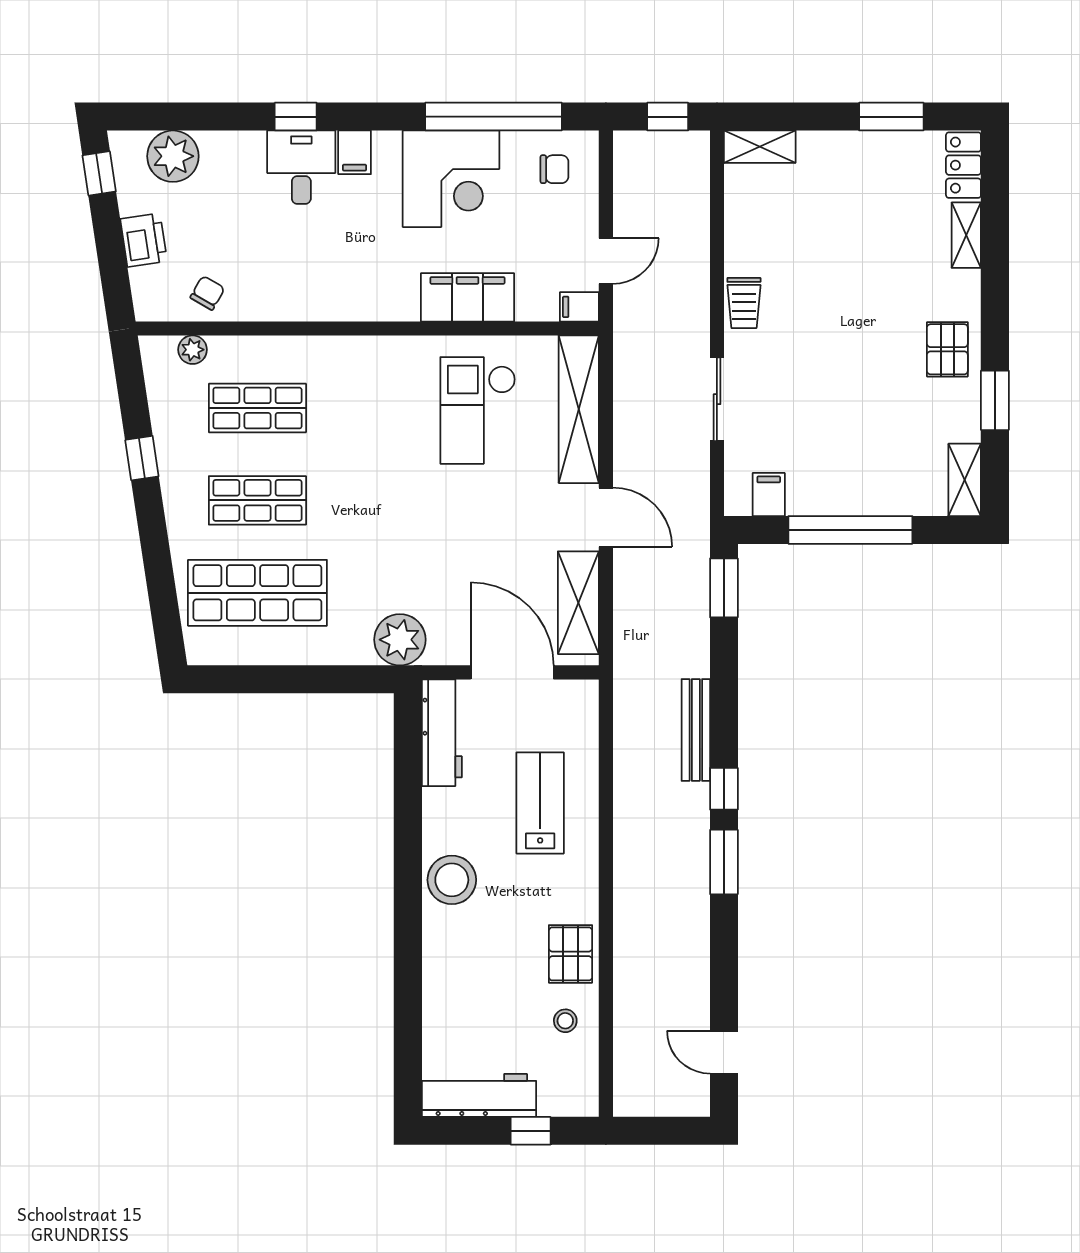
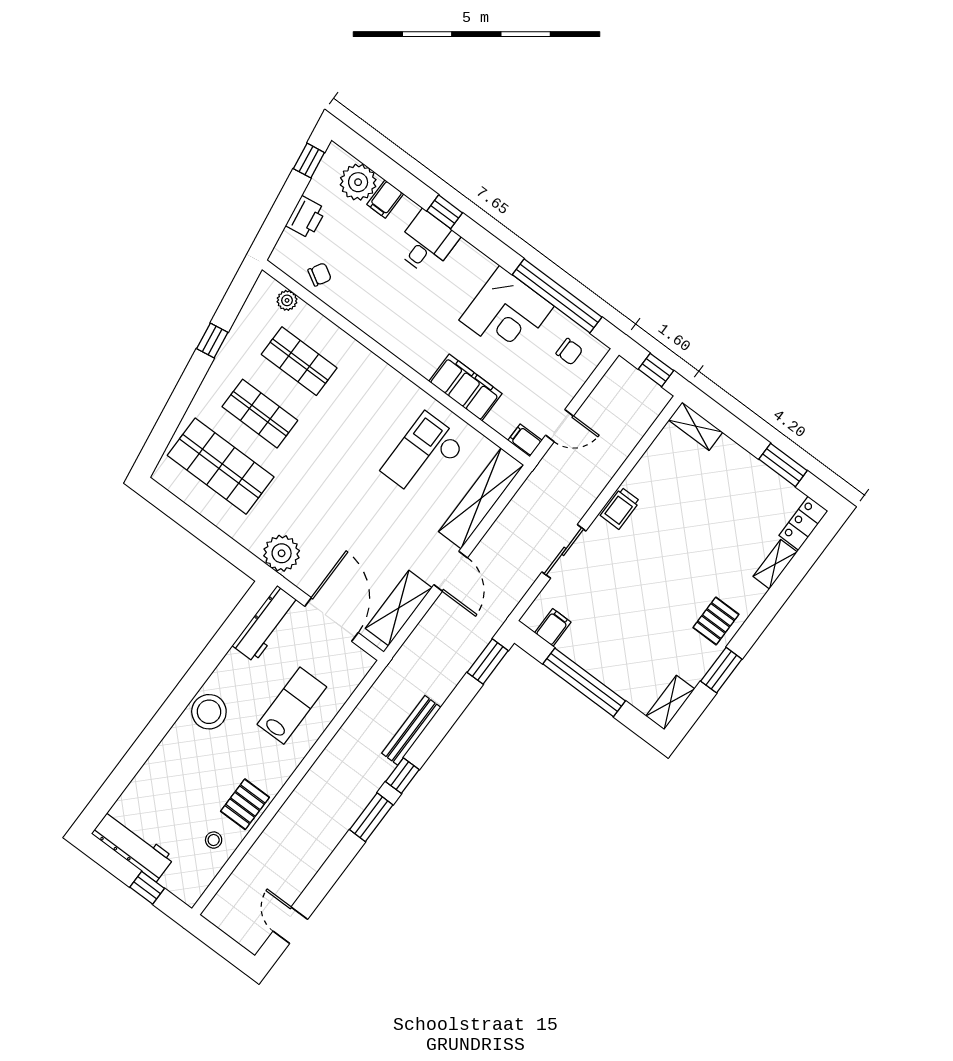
filing cabinet: (355, 152) -> (385, 199), moved

